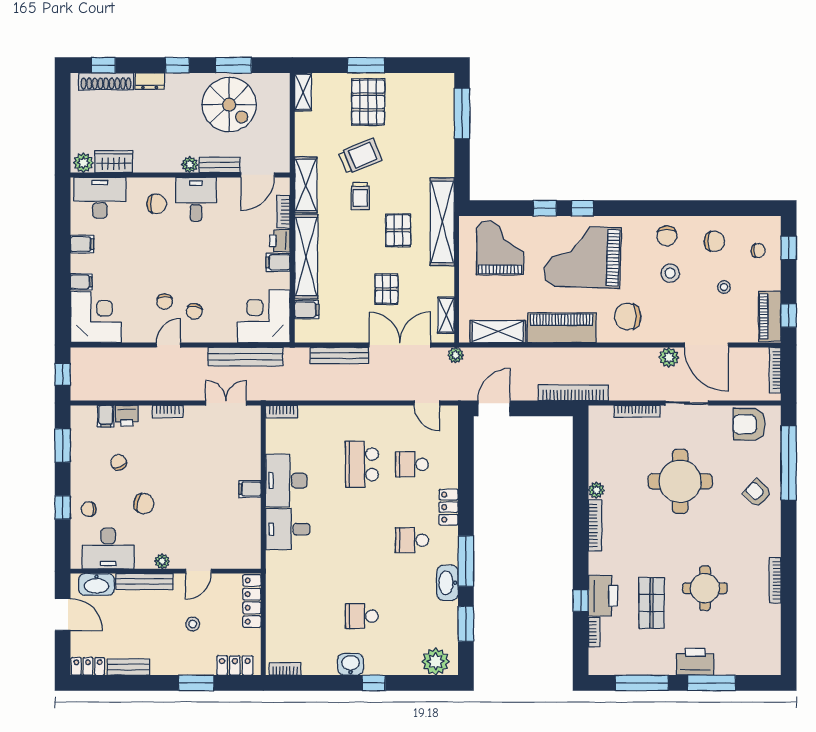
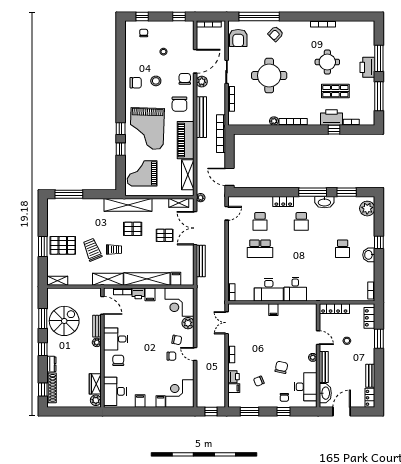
chair: (714, 241) -> (185, 79), moved
piano: (770, 316) -> (179, 27), removed
plant: (225, 332) -> (188, 323), added
bench: (246, 357) -> (201, 117), moved

